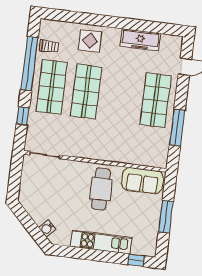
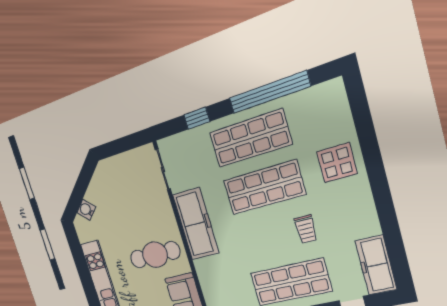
freezer: (140, 40) -> (376, 265), moved
trolley: (49, 46) -> (306, 229), moved
freezer: (91, 148) -> (196, 224), added

